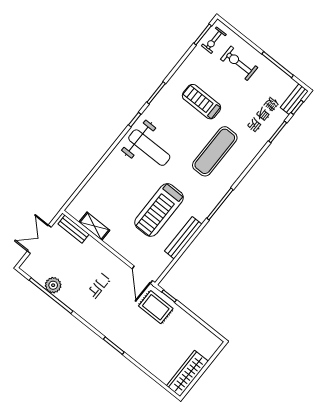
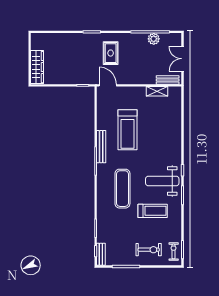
weight bench: (149, 148) -> (162, 181), moved
treadmill: (159, 210) -> (128, 130), turned 180
bench: (183, 238) -> (101, 147), moved
double door: (39, 239) -> (183, 59), swing flipped
rug: (156, 307) -> (111, 53), moved, turned 90
wardrobe: (187, 373) -> (37, 67), moved

